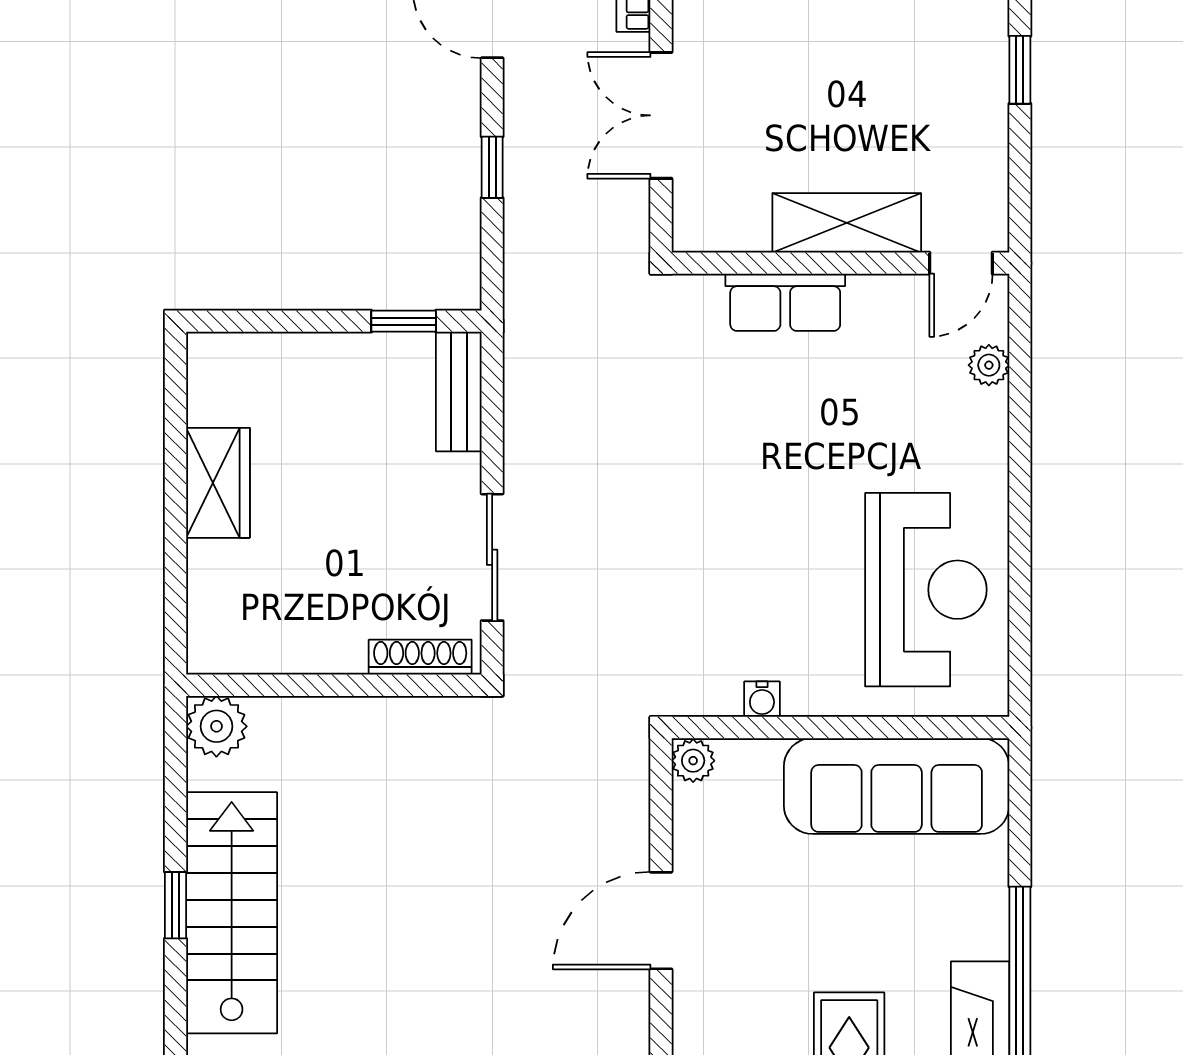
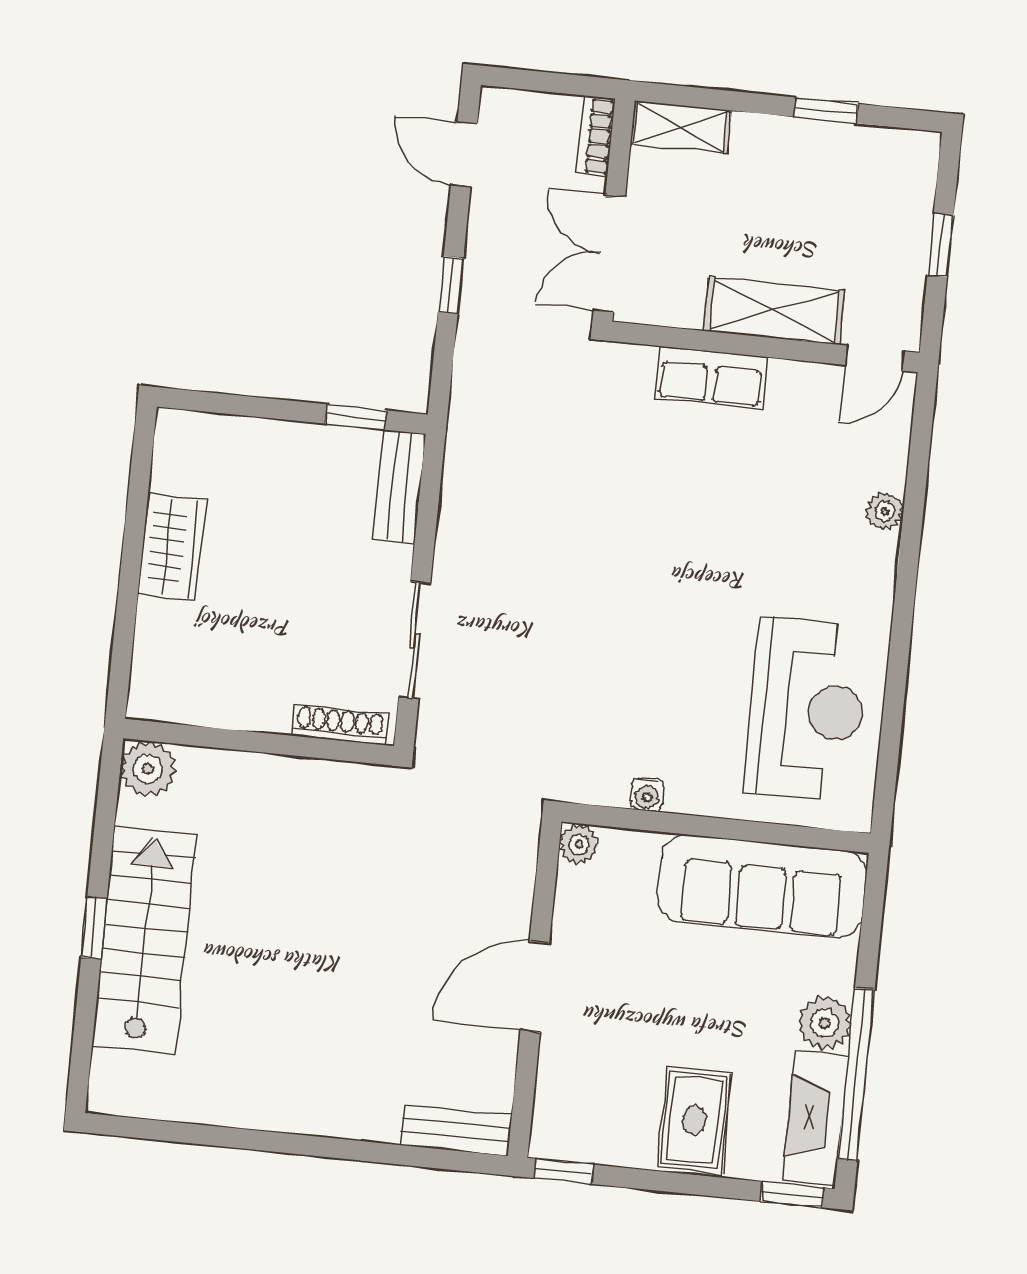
shelving: (847, 223) -> (774, 311), moved
wall: (840, 263) -> (765, 347), moved
door: (961, 263) -> (875, 358), moved
row of seats: (785, 302) -> (711, 377), moved
plant: (980, 928) -> (825, 1023), added

